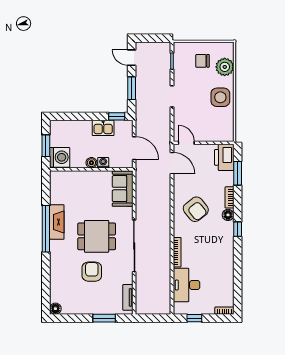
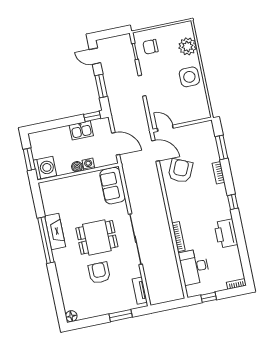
chair: (203, 61) -> (150, 47), moved
printer: (224, 157) -> (226, 234), moved
armchair: (196, 209) -> (180, 171), moved, turned -117
floor lamp: (228, 215) -> (221, 190), removed

